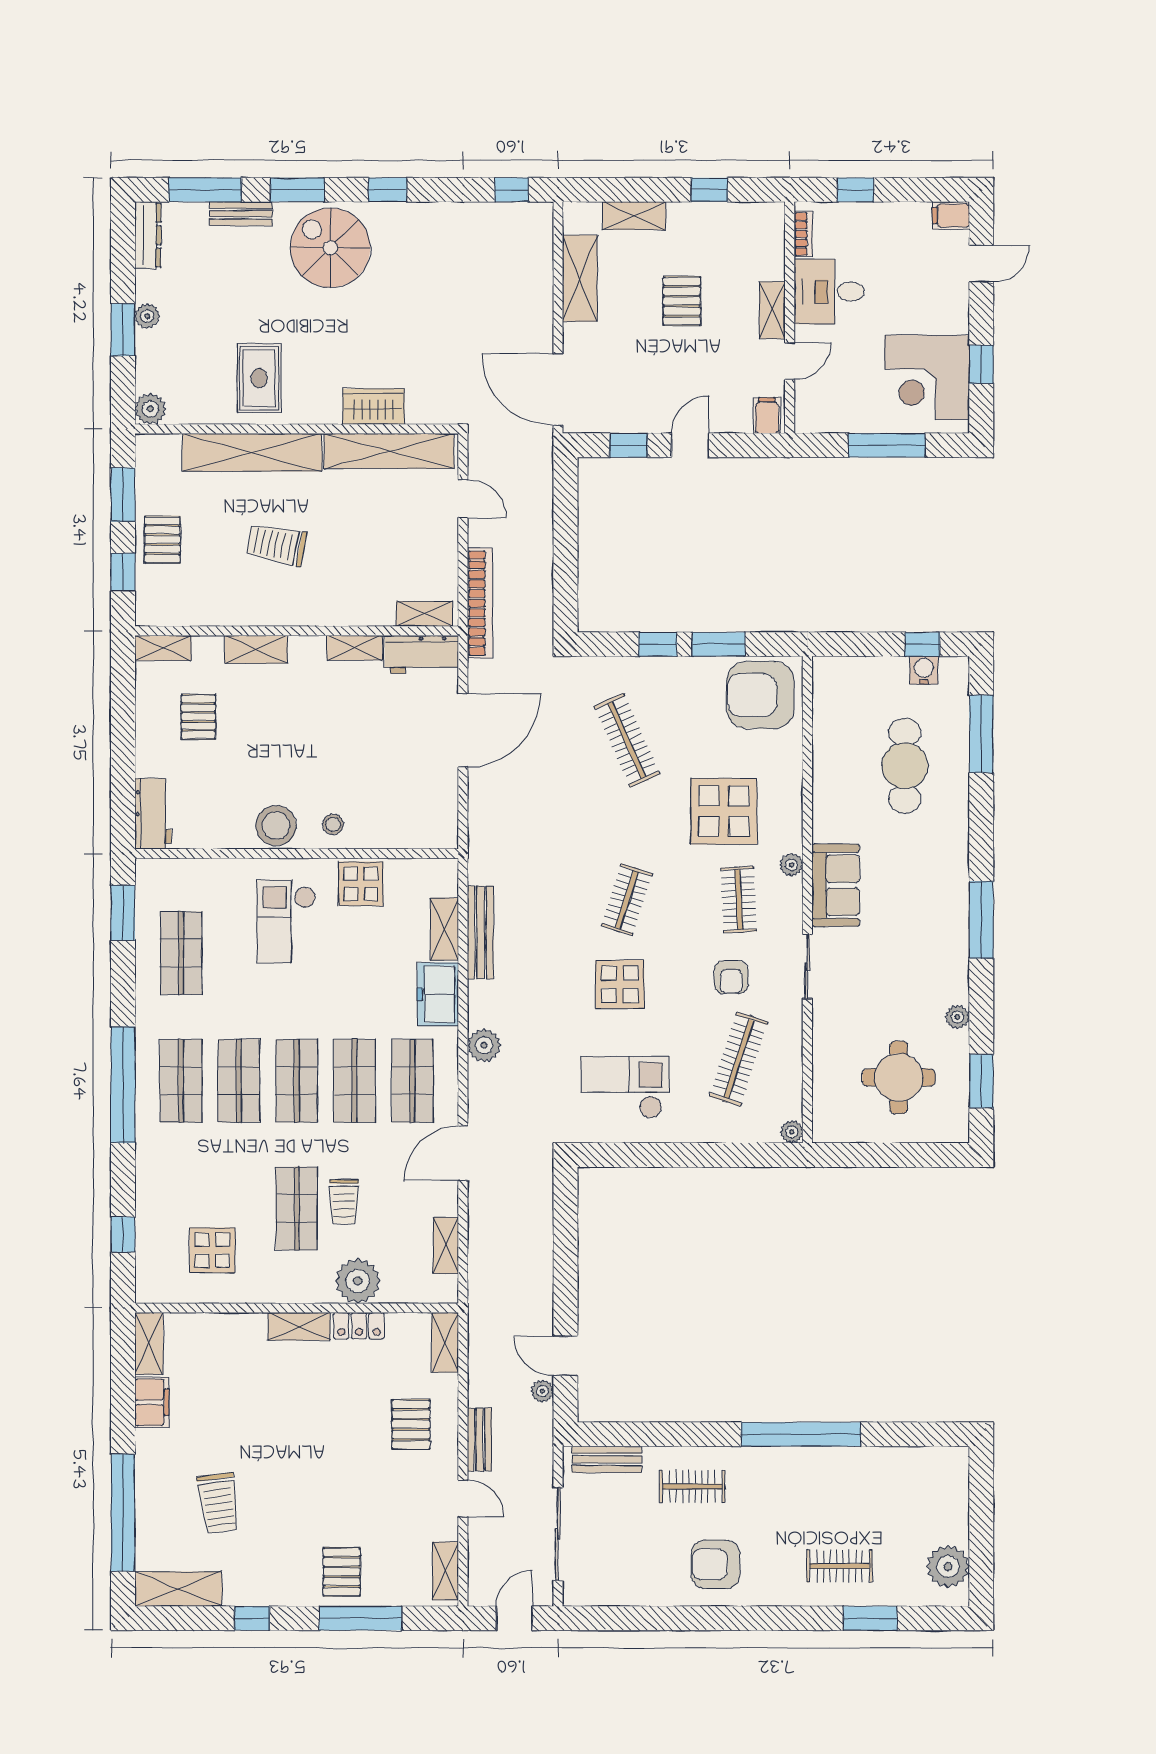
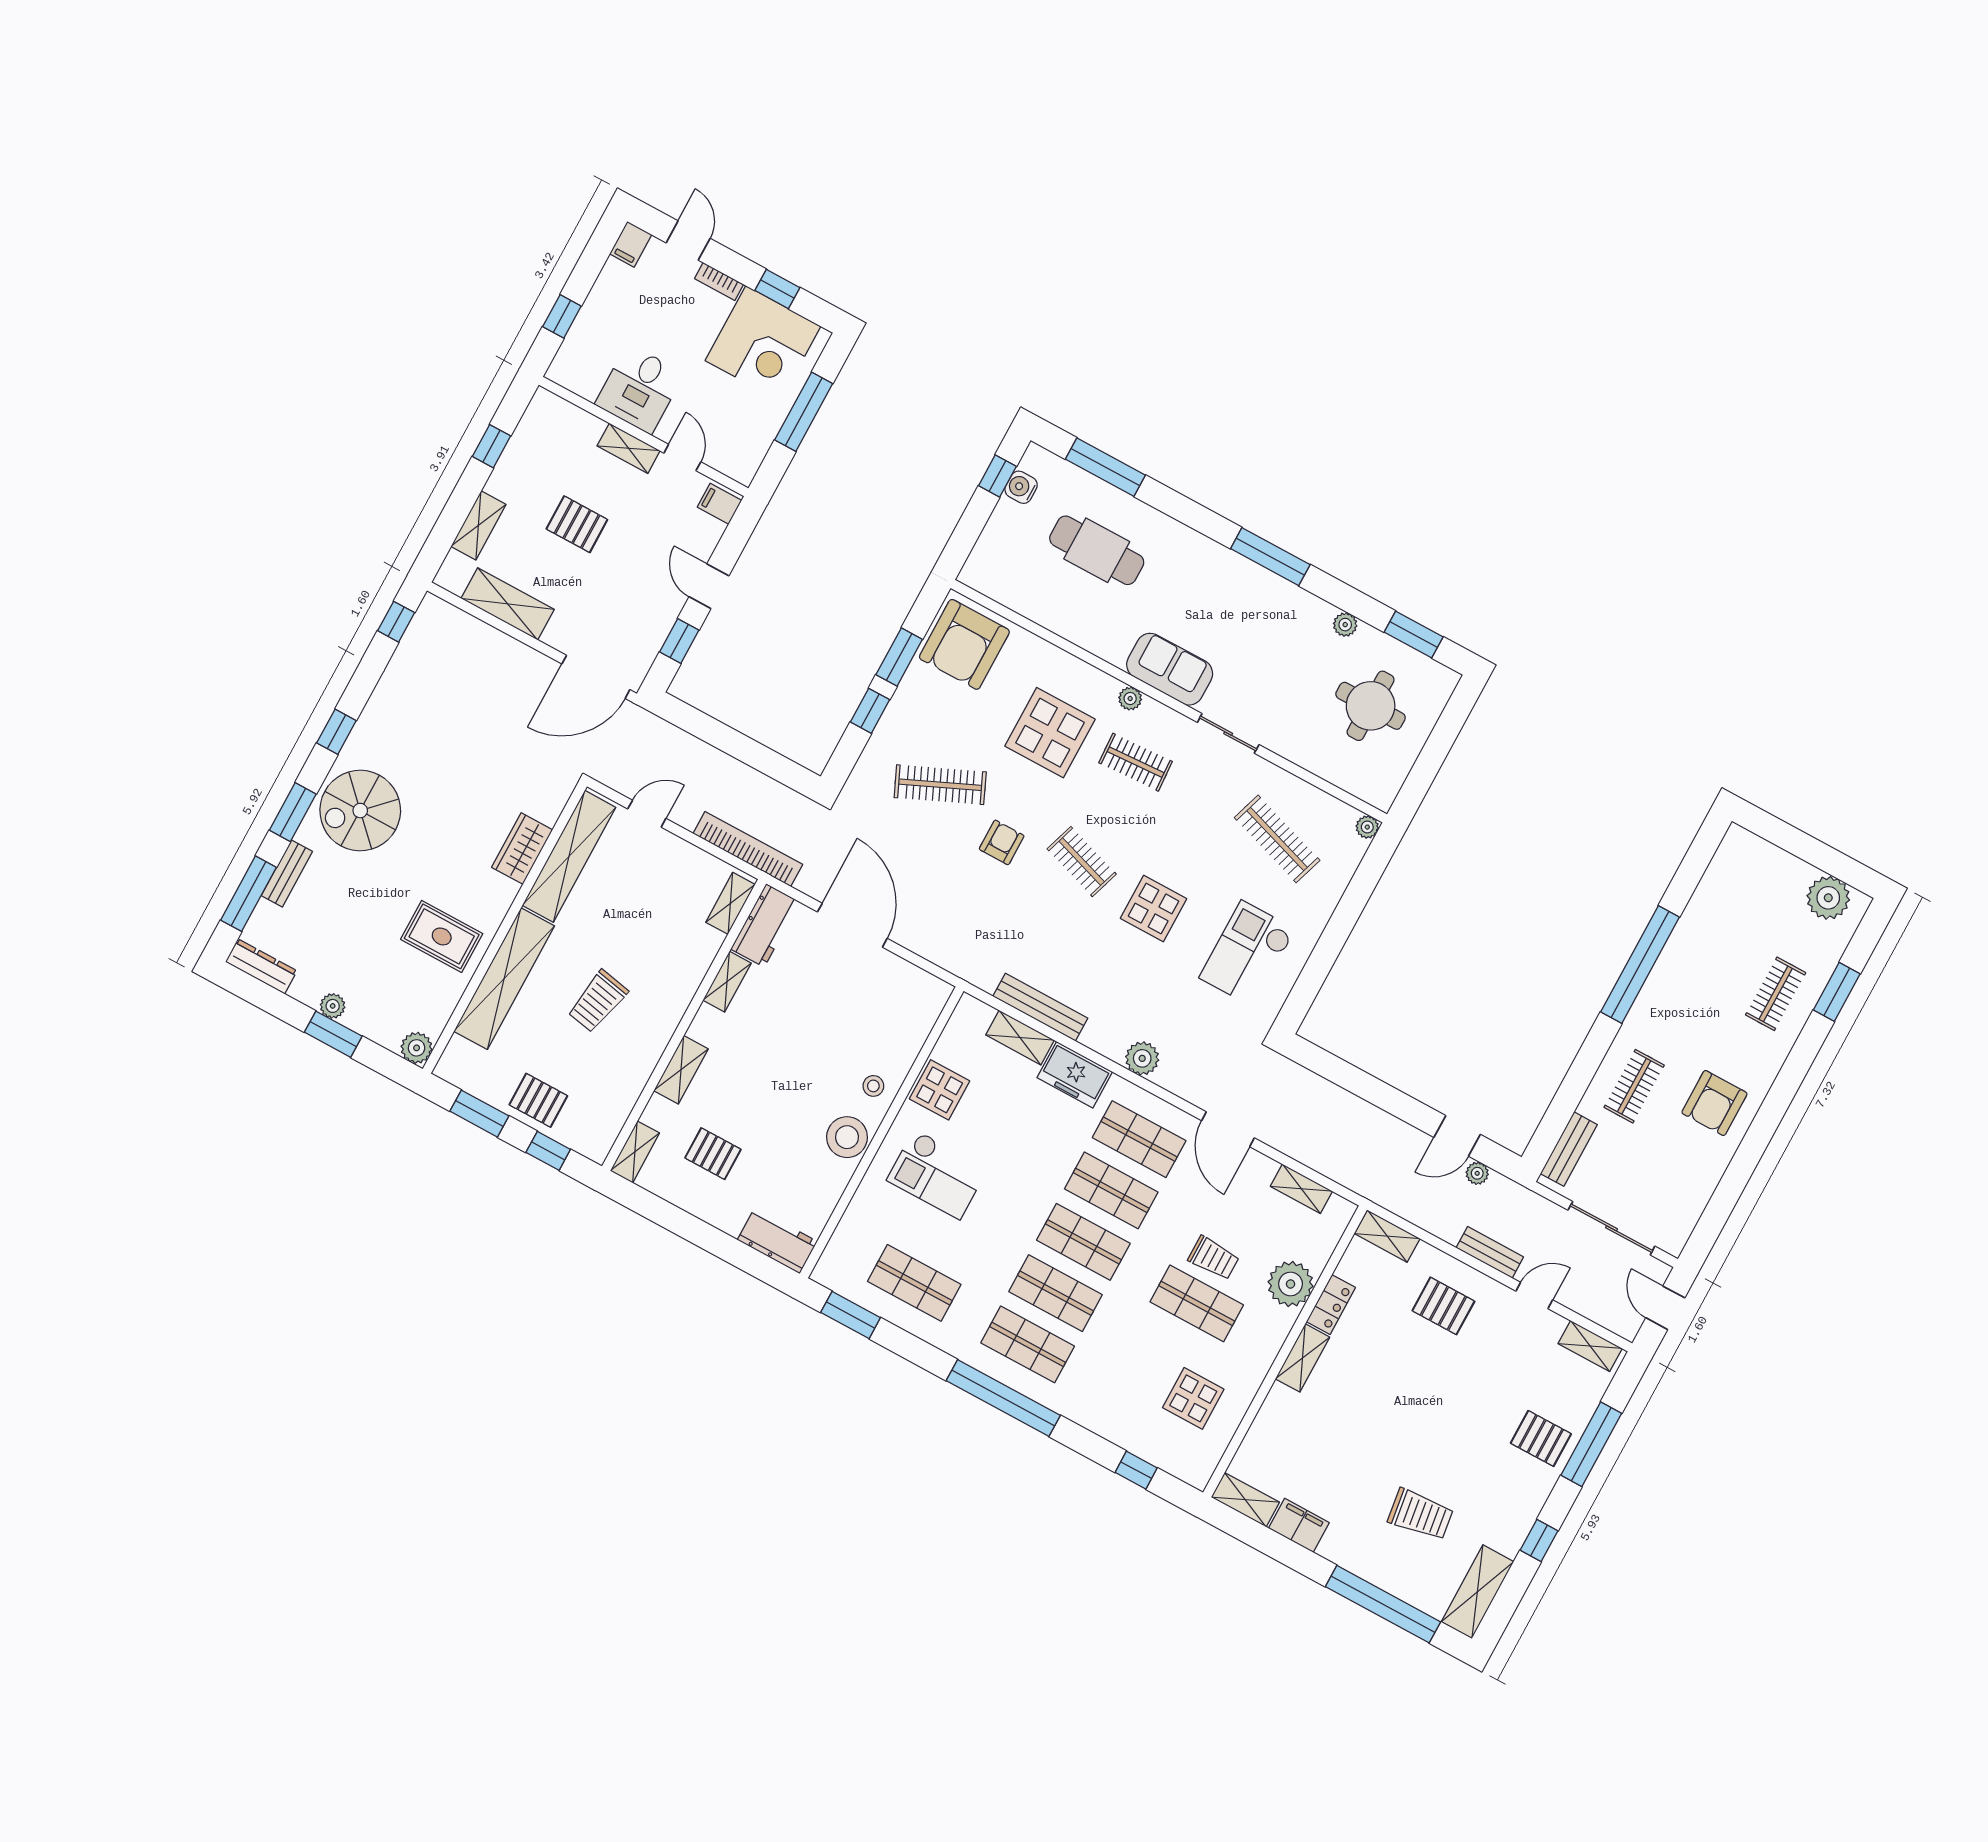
bookcase: (803, 234) -> (719, 281), moved, turned 180
armchair: (731, 977) -> (1002, 842), moved, turned -90

